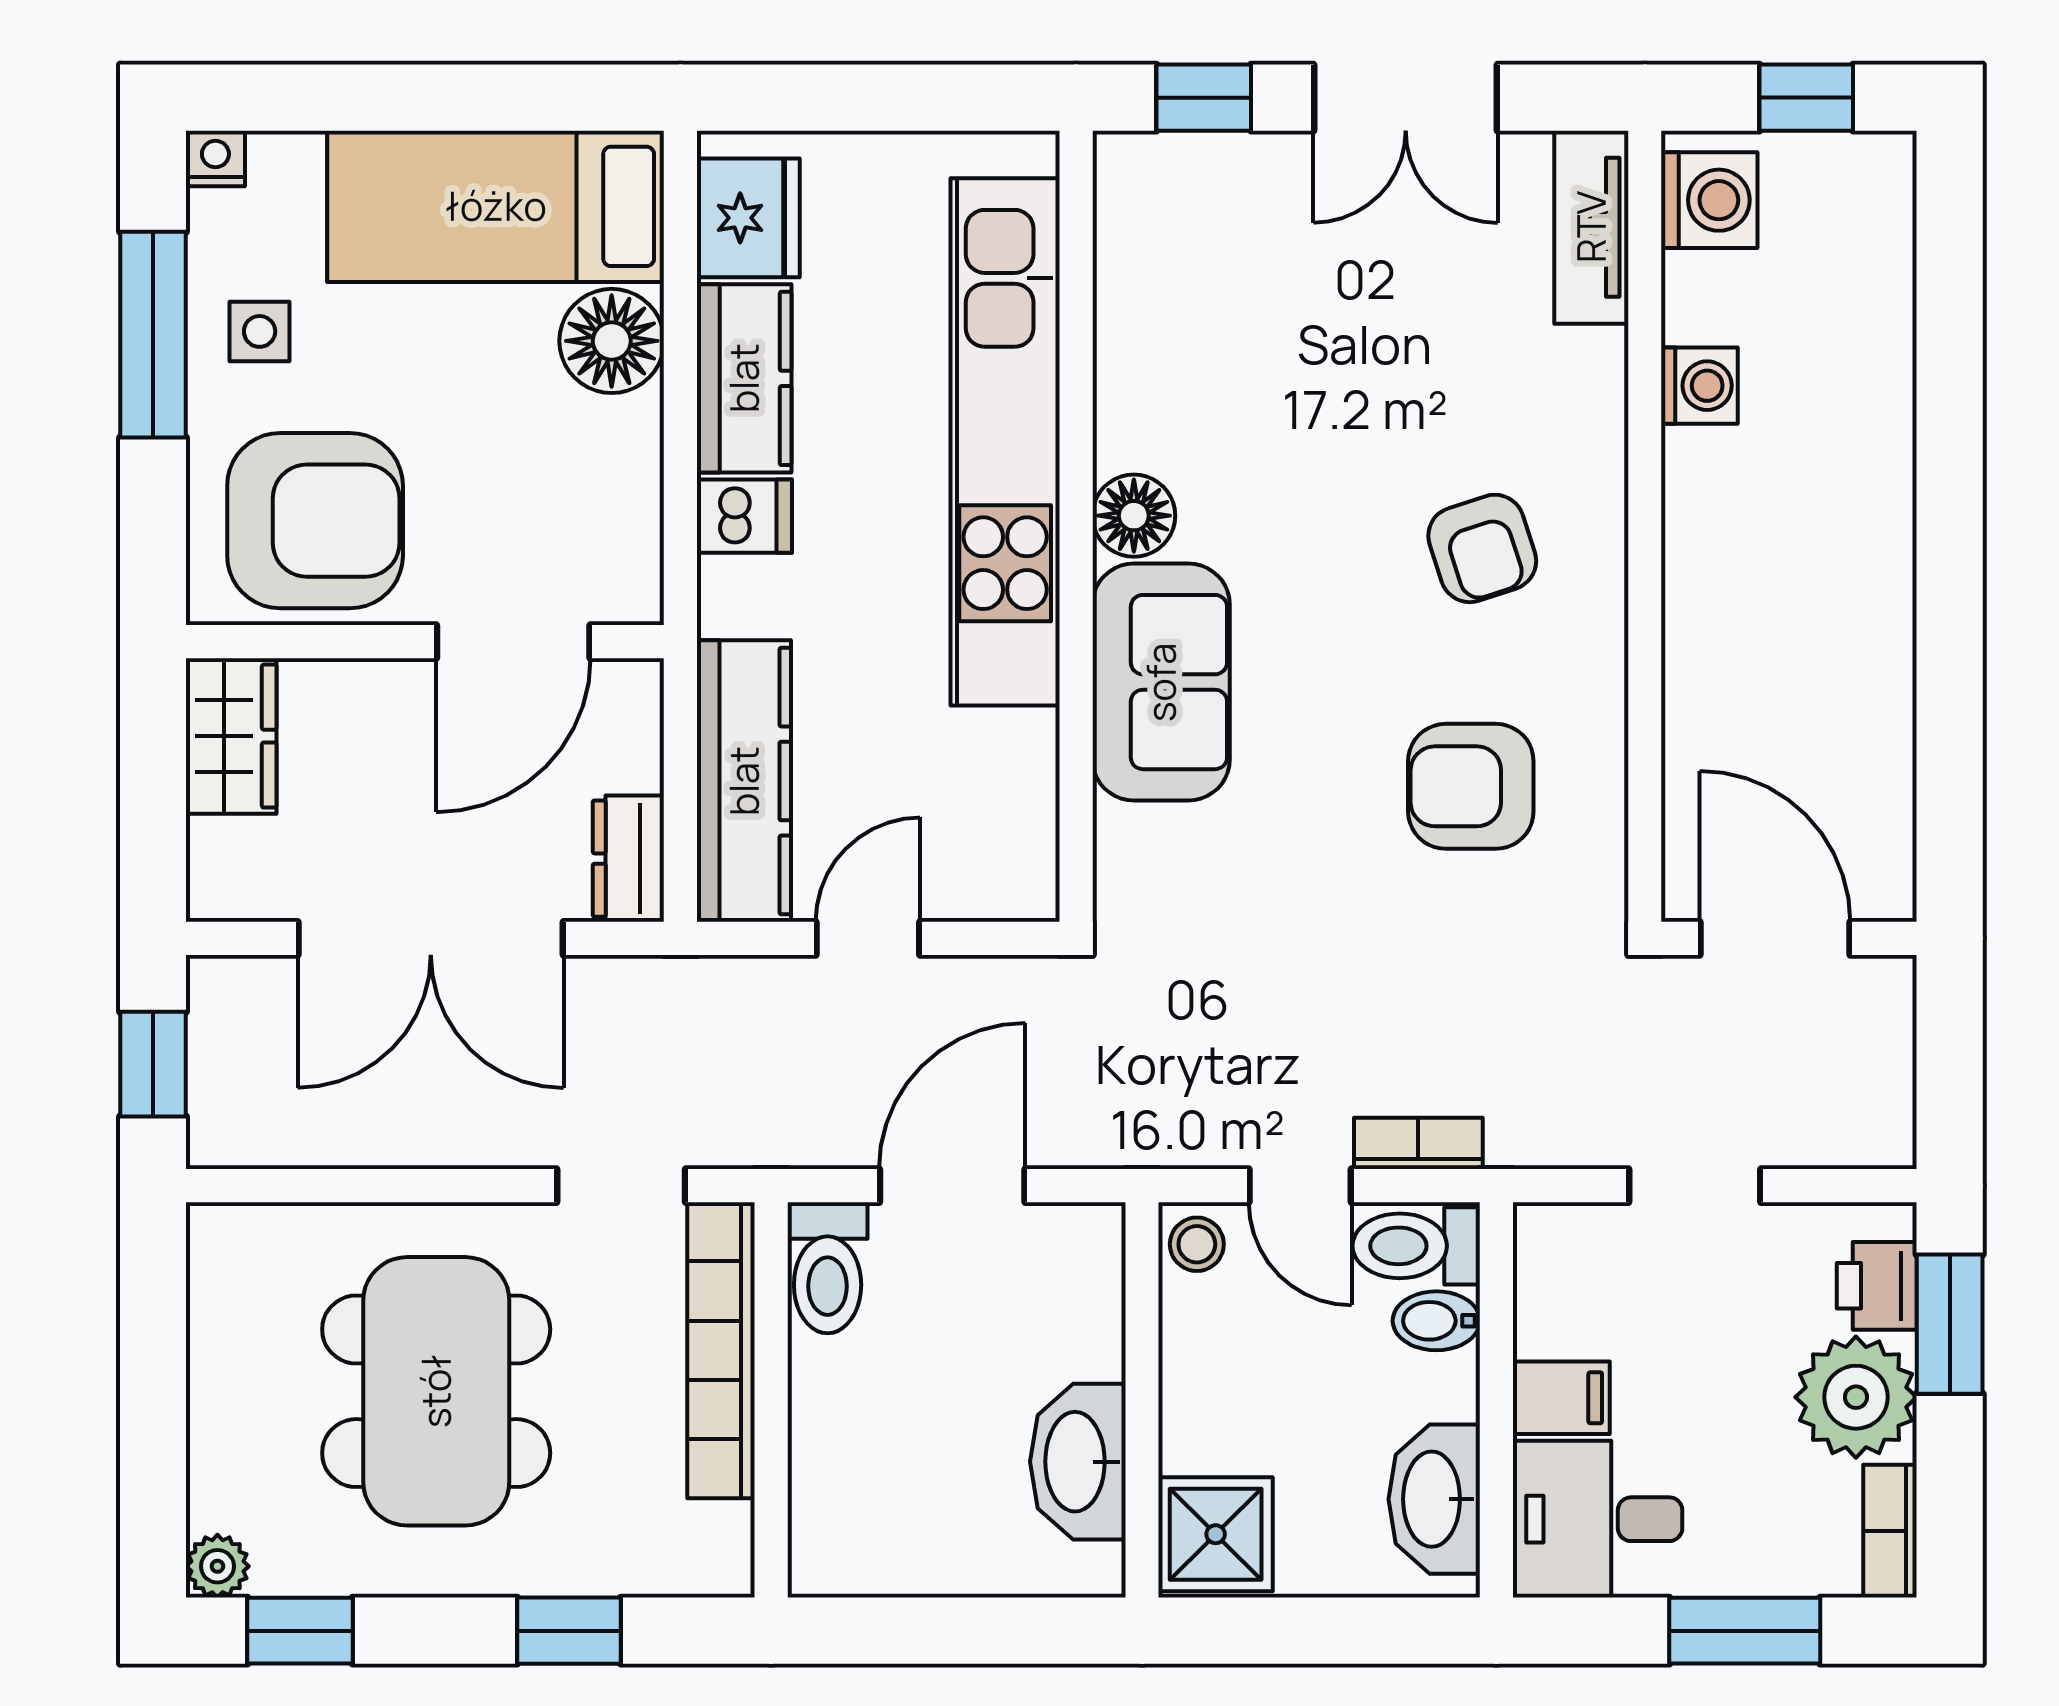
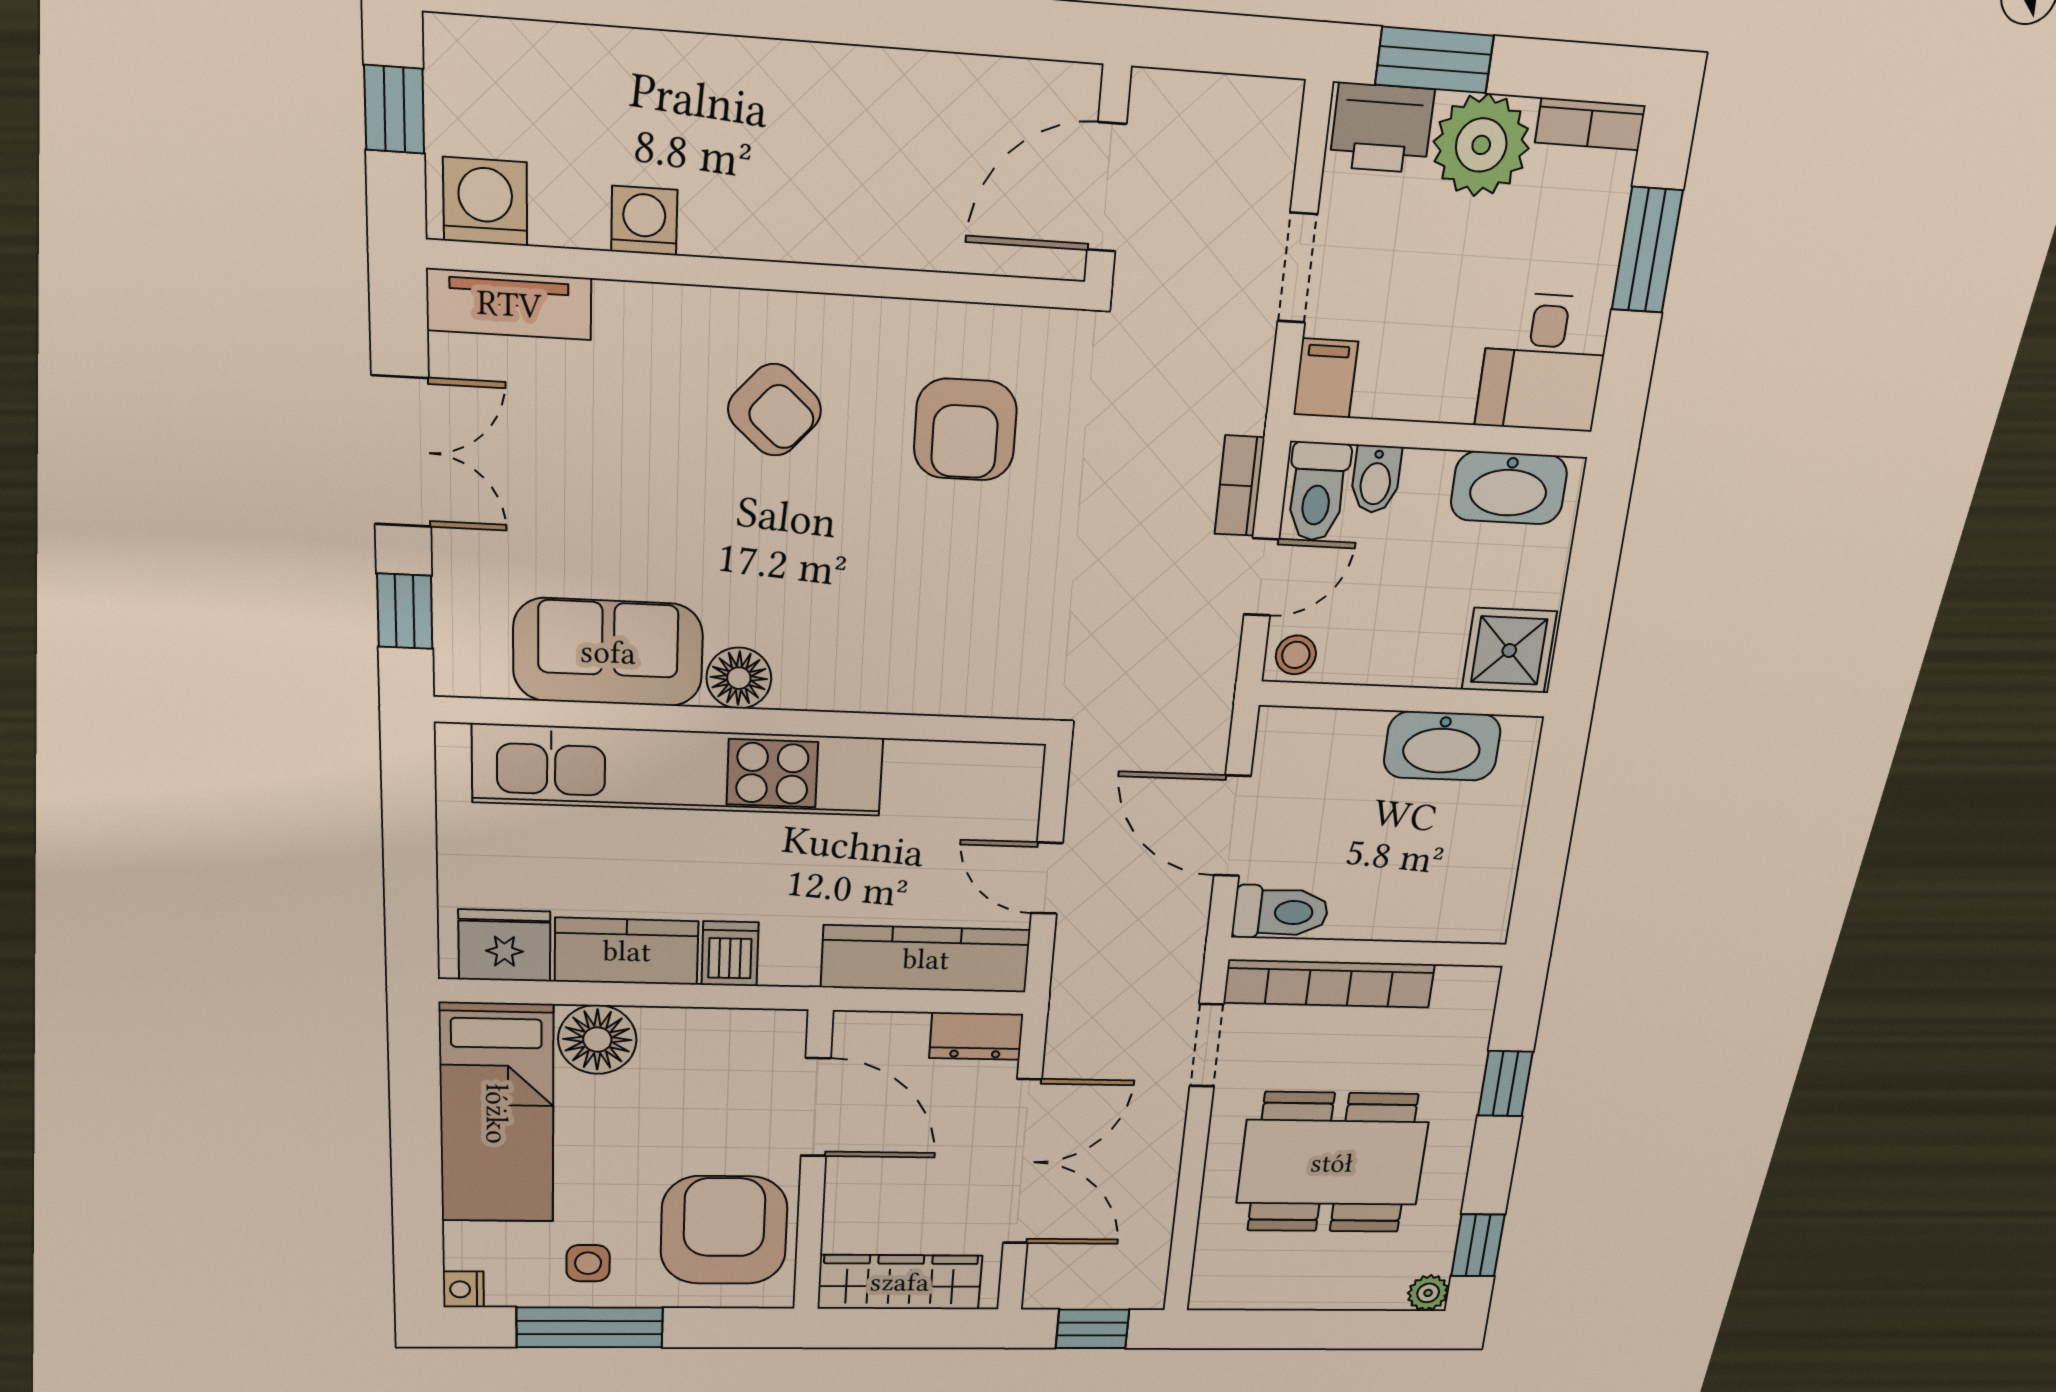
armchair: (1482, 548) -> (775, 410), turned 60
sofa: (1161, 682) -> (608, 652), moved
wardrobe: (231, 736) -> (900, 1282), width x1.50
printer: (1877, 1286) -> (1382, 128), width x1.36, depth x1.24
filing cabinet: (1561, 1398) -> (1326, 378), moved

